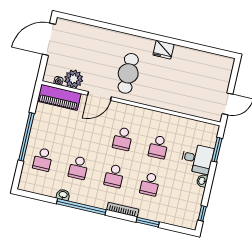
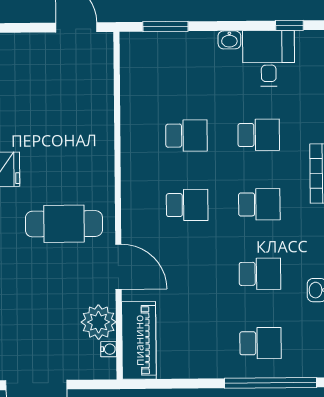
window: (26, 137) -> (270, 383), moved
desk: (197, 159) -> (269, 58), moved

